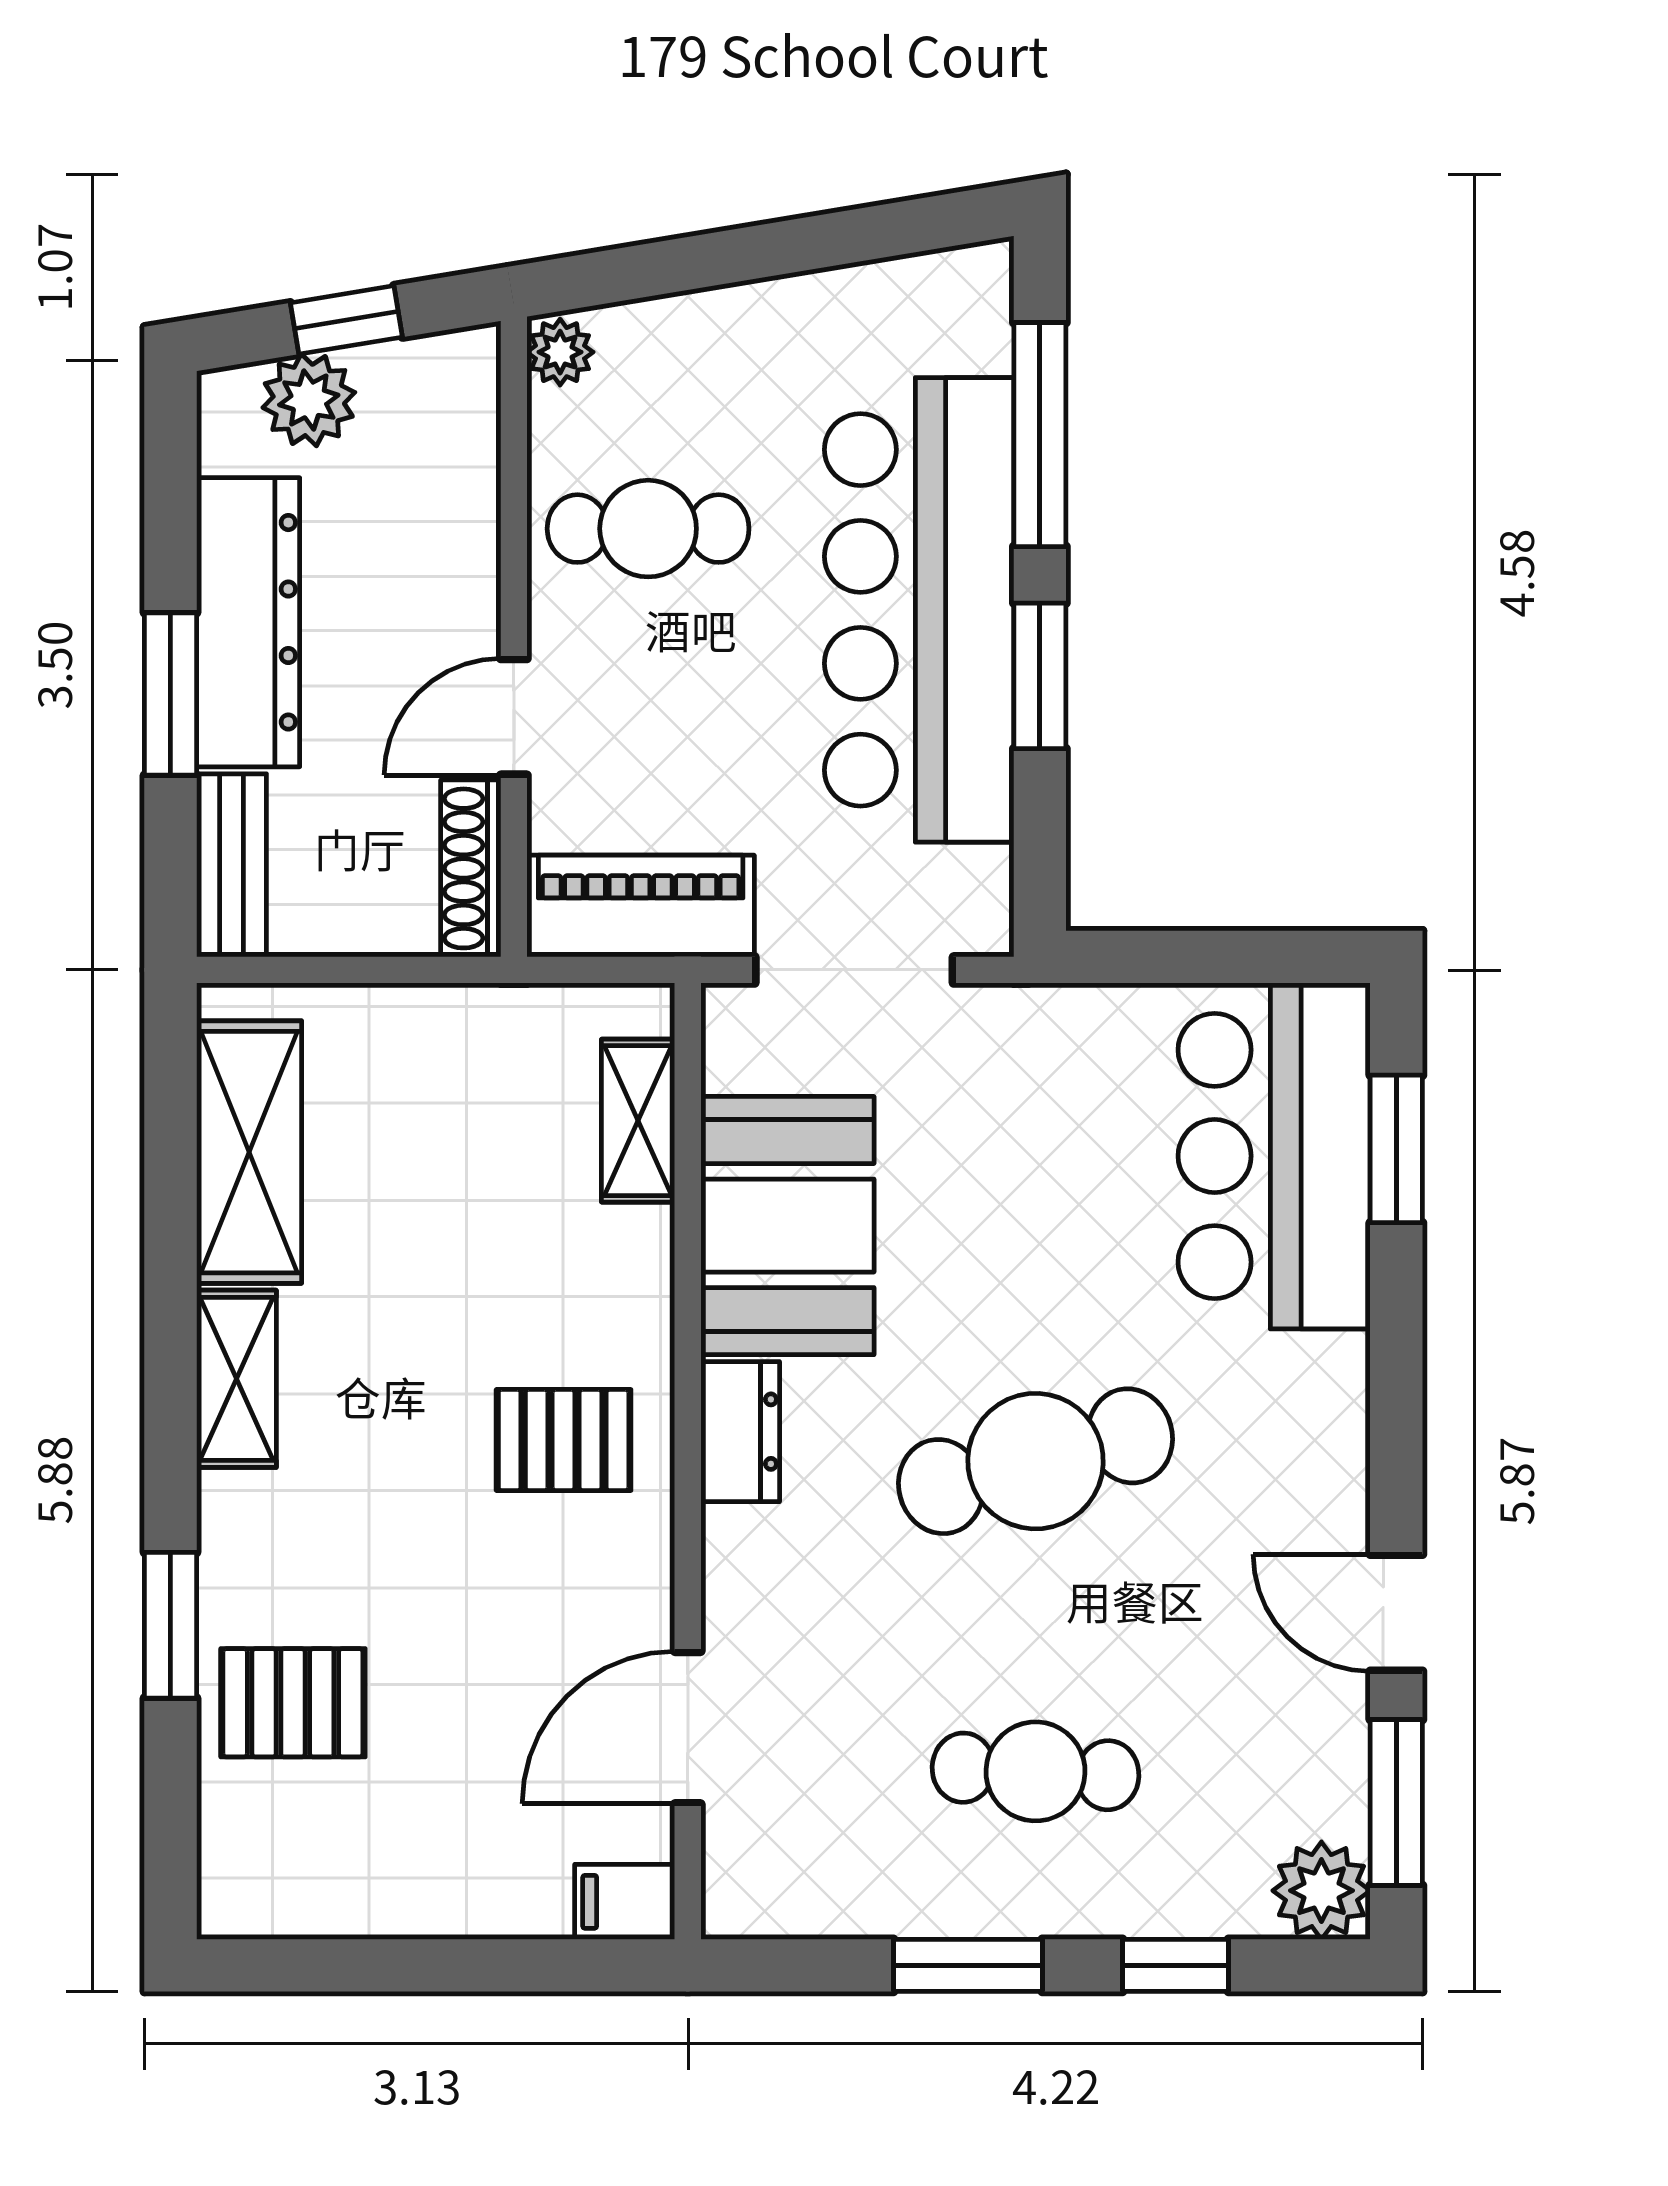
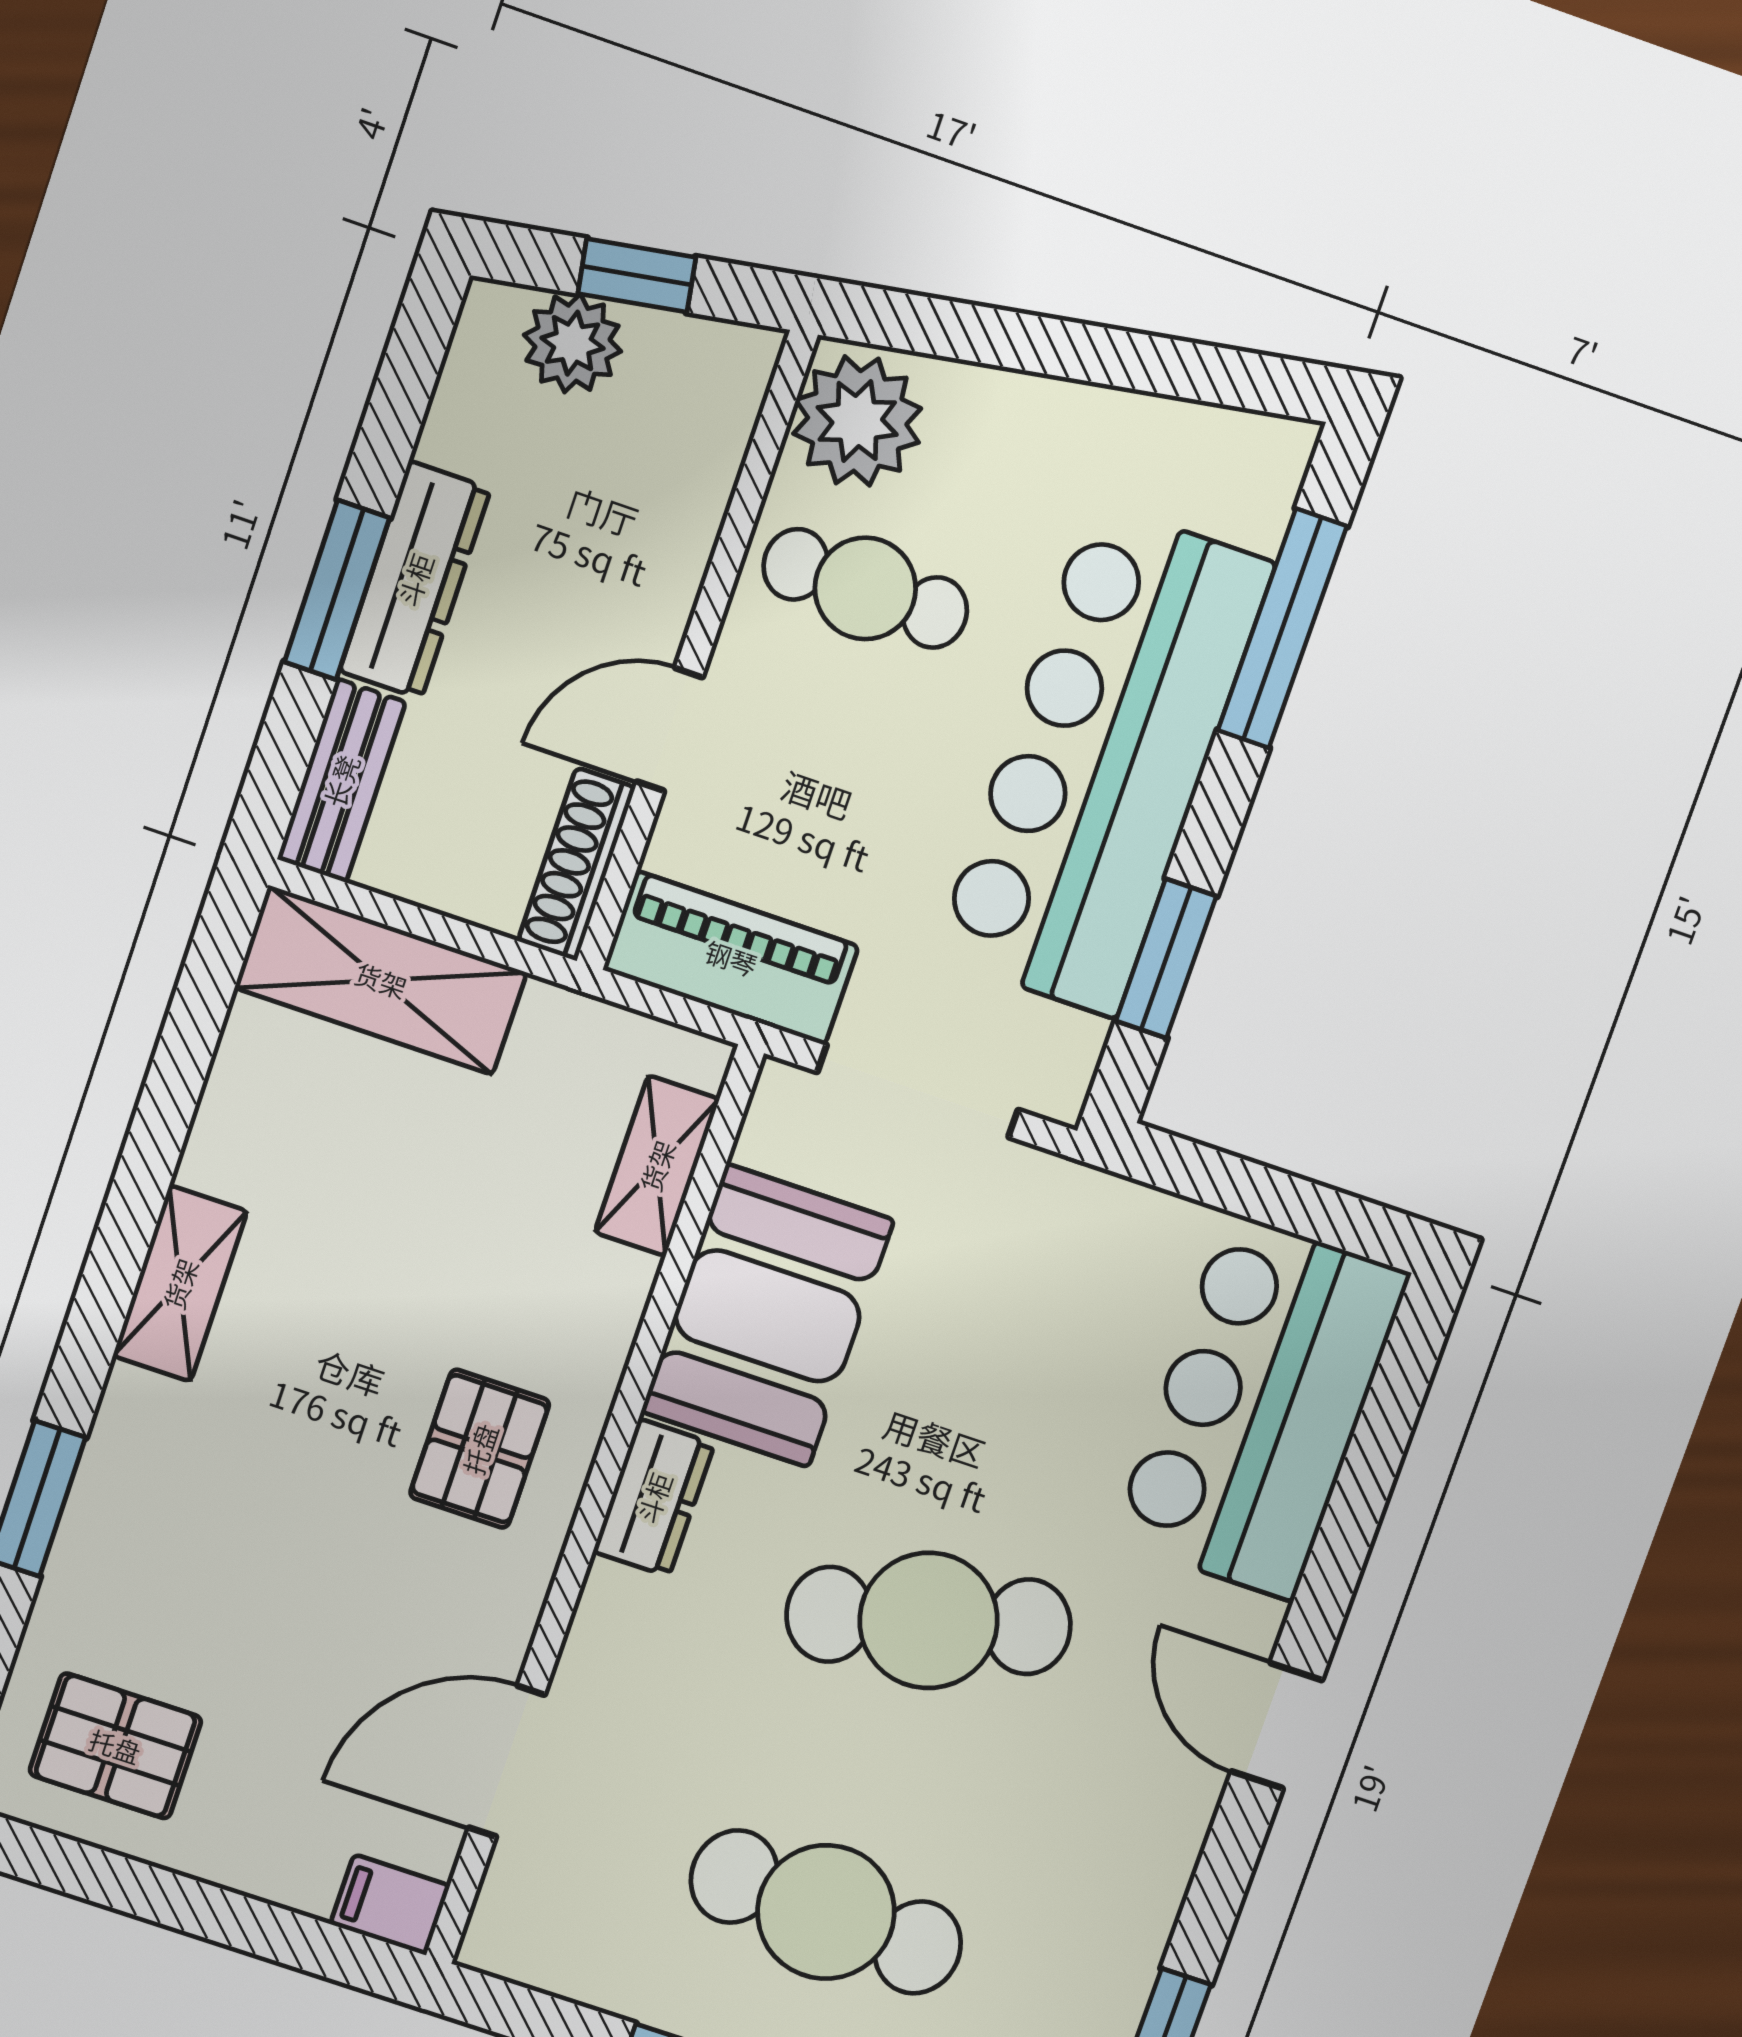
plant: (560, 352) -> (857, 421), width x1.88, depth x1.88
dresser: (248, 622) -> (415, 580), width x0.73, depth x0.80
window: (1040, 676) -> (1166, 959), moved
window: (1396, 1149) -> (1380, 1440), removed
shelving: (249, 1152) -> (381, 980), moved, turned 90
pallet: (564, 1440) -> (480, 1449), turned 90
door: (1396, 1613) -> (1277, 1726), moved
pallet: (293, 1703) -> (115, 1746), moved
cafe table: (1036, 1771) -> (826, 1912), width x1.37, depth x1.35

